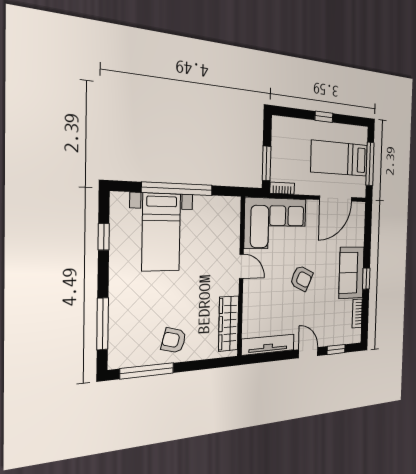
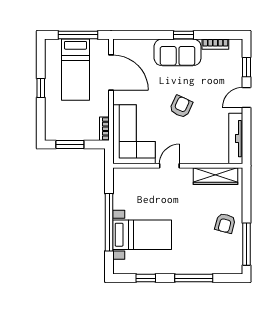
window: (267, 163) -> (70, 145), moved
window: (103, 324) -> (194, 278), moved

